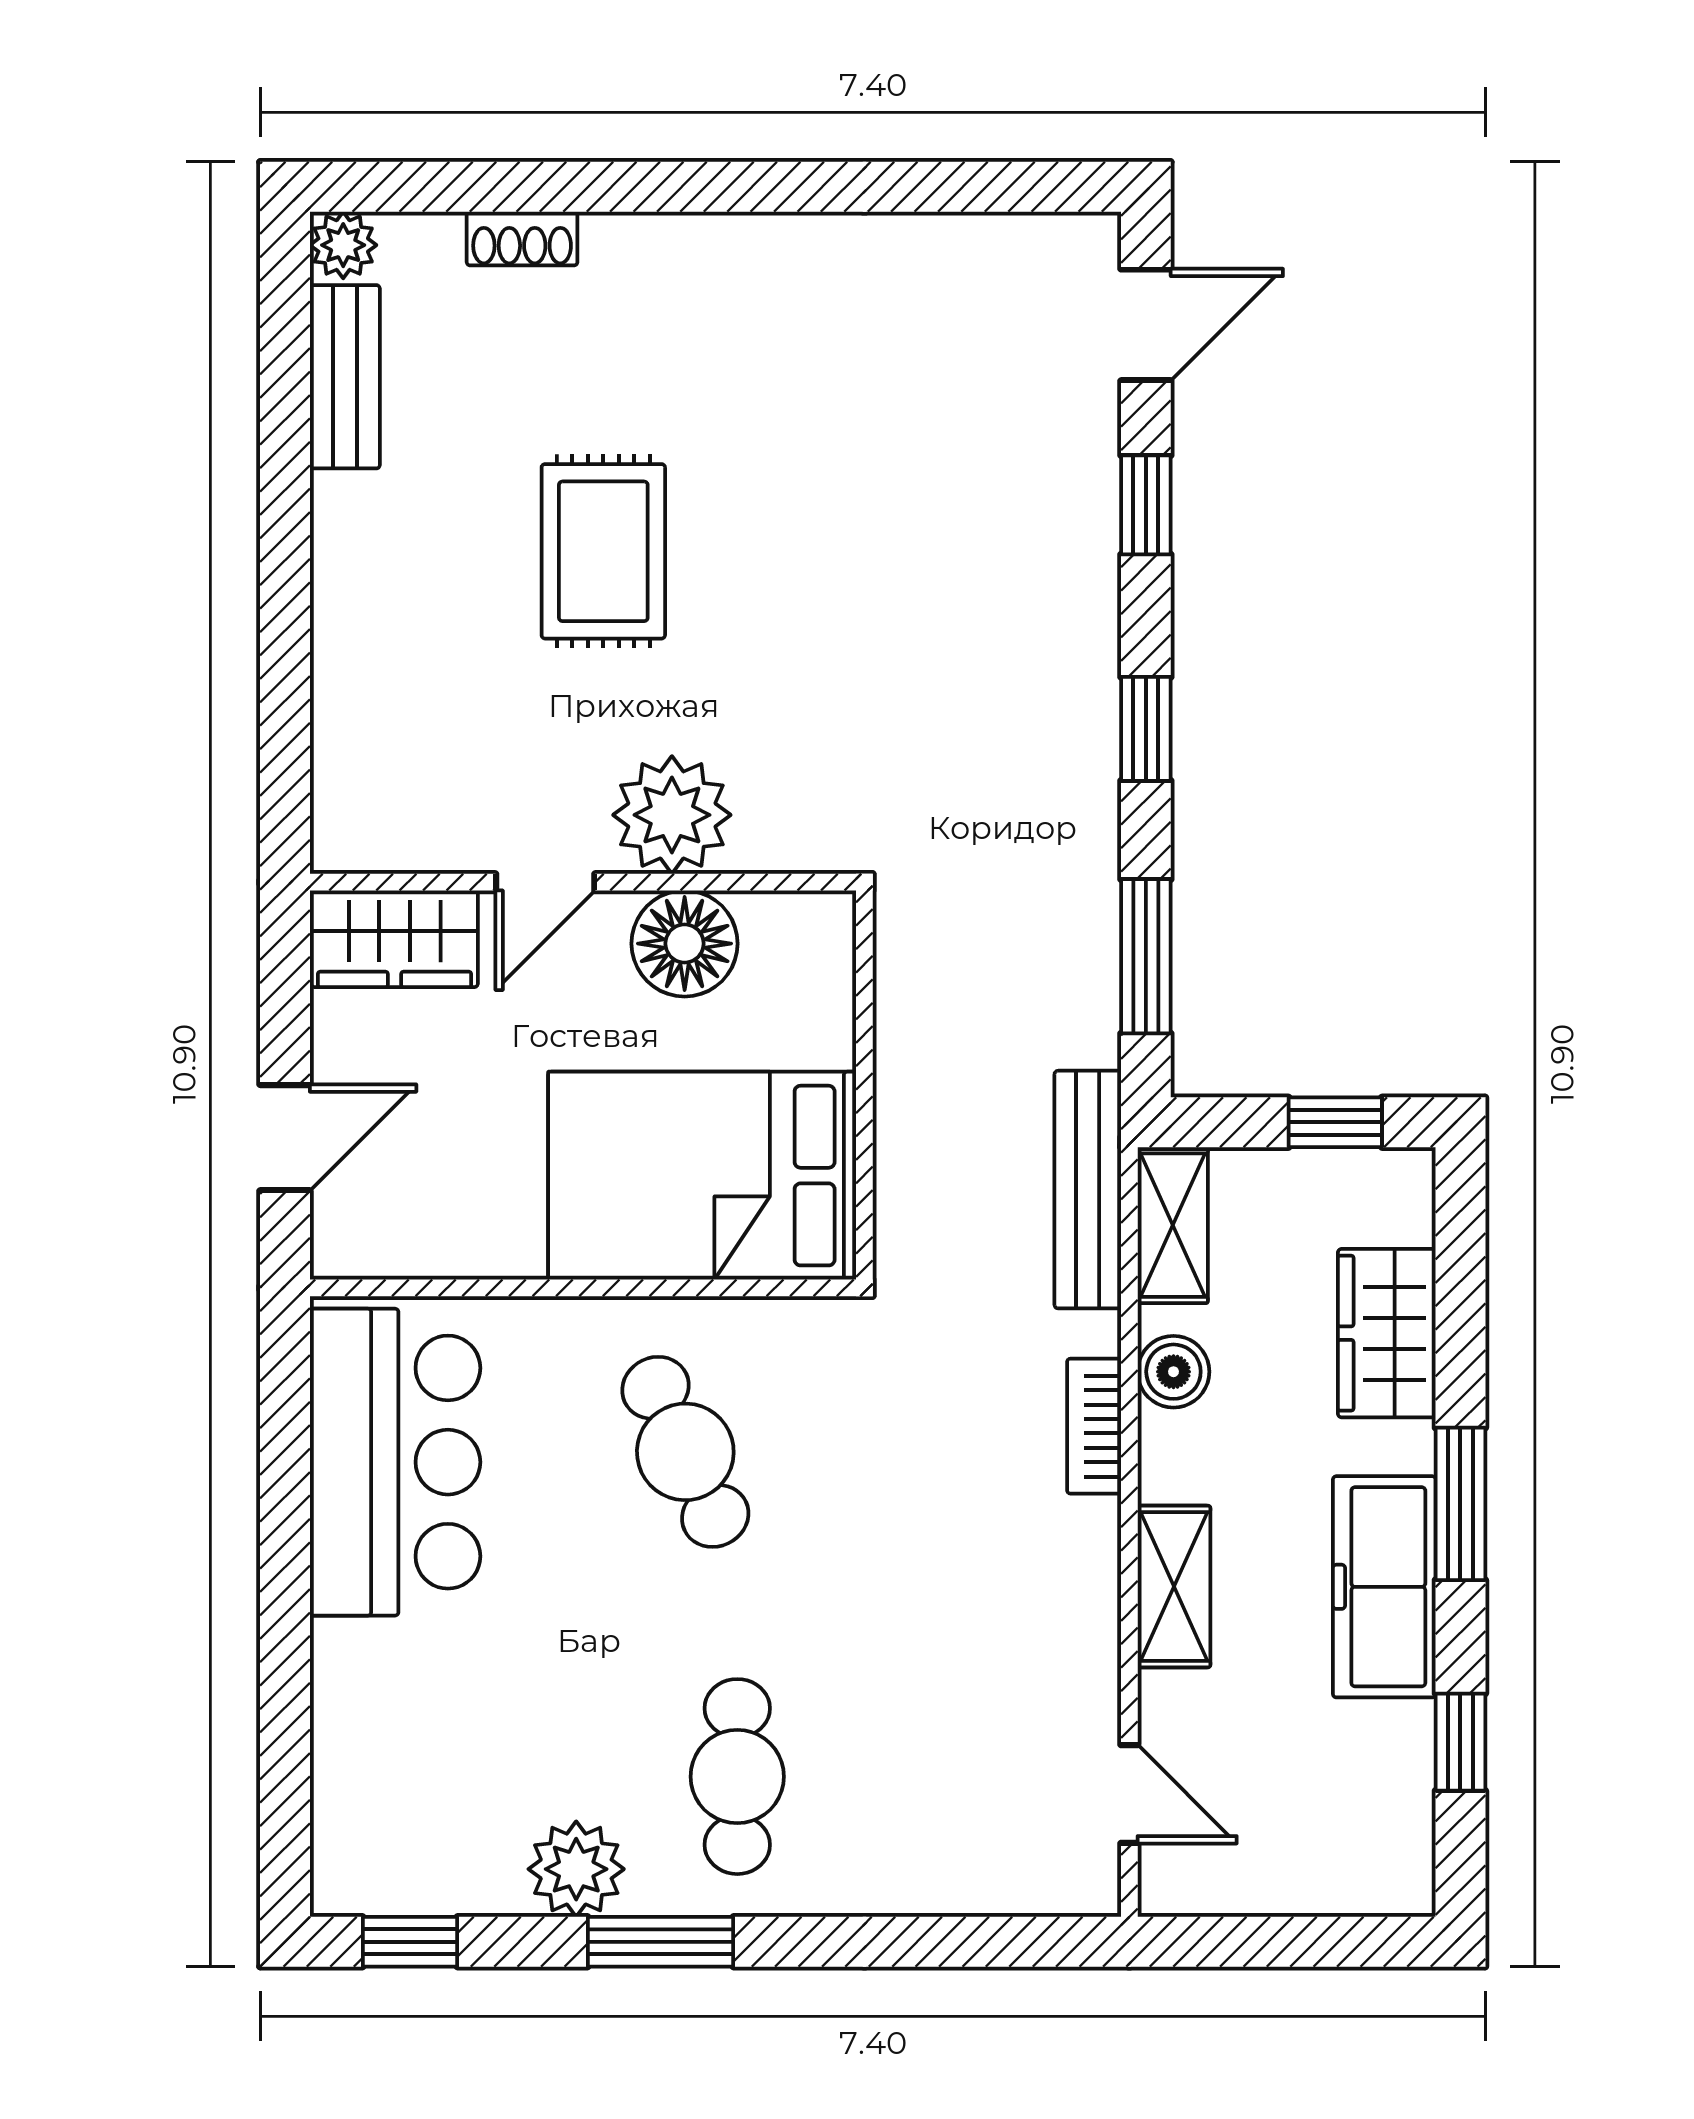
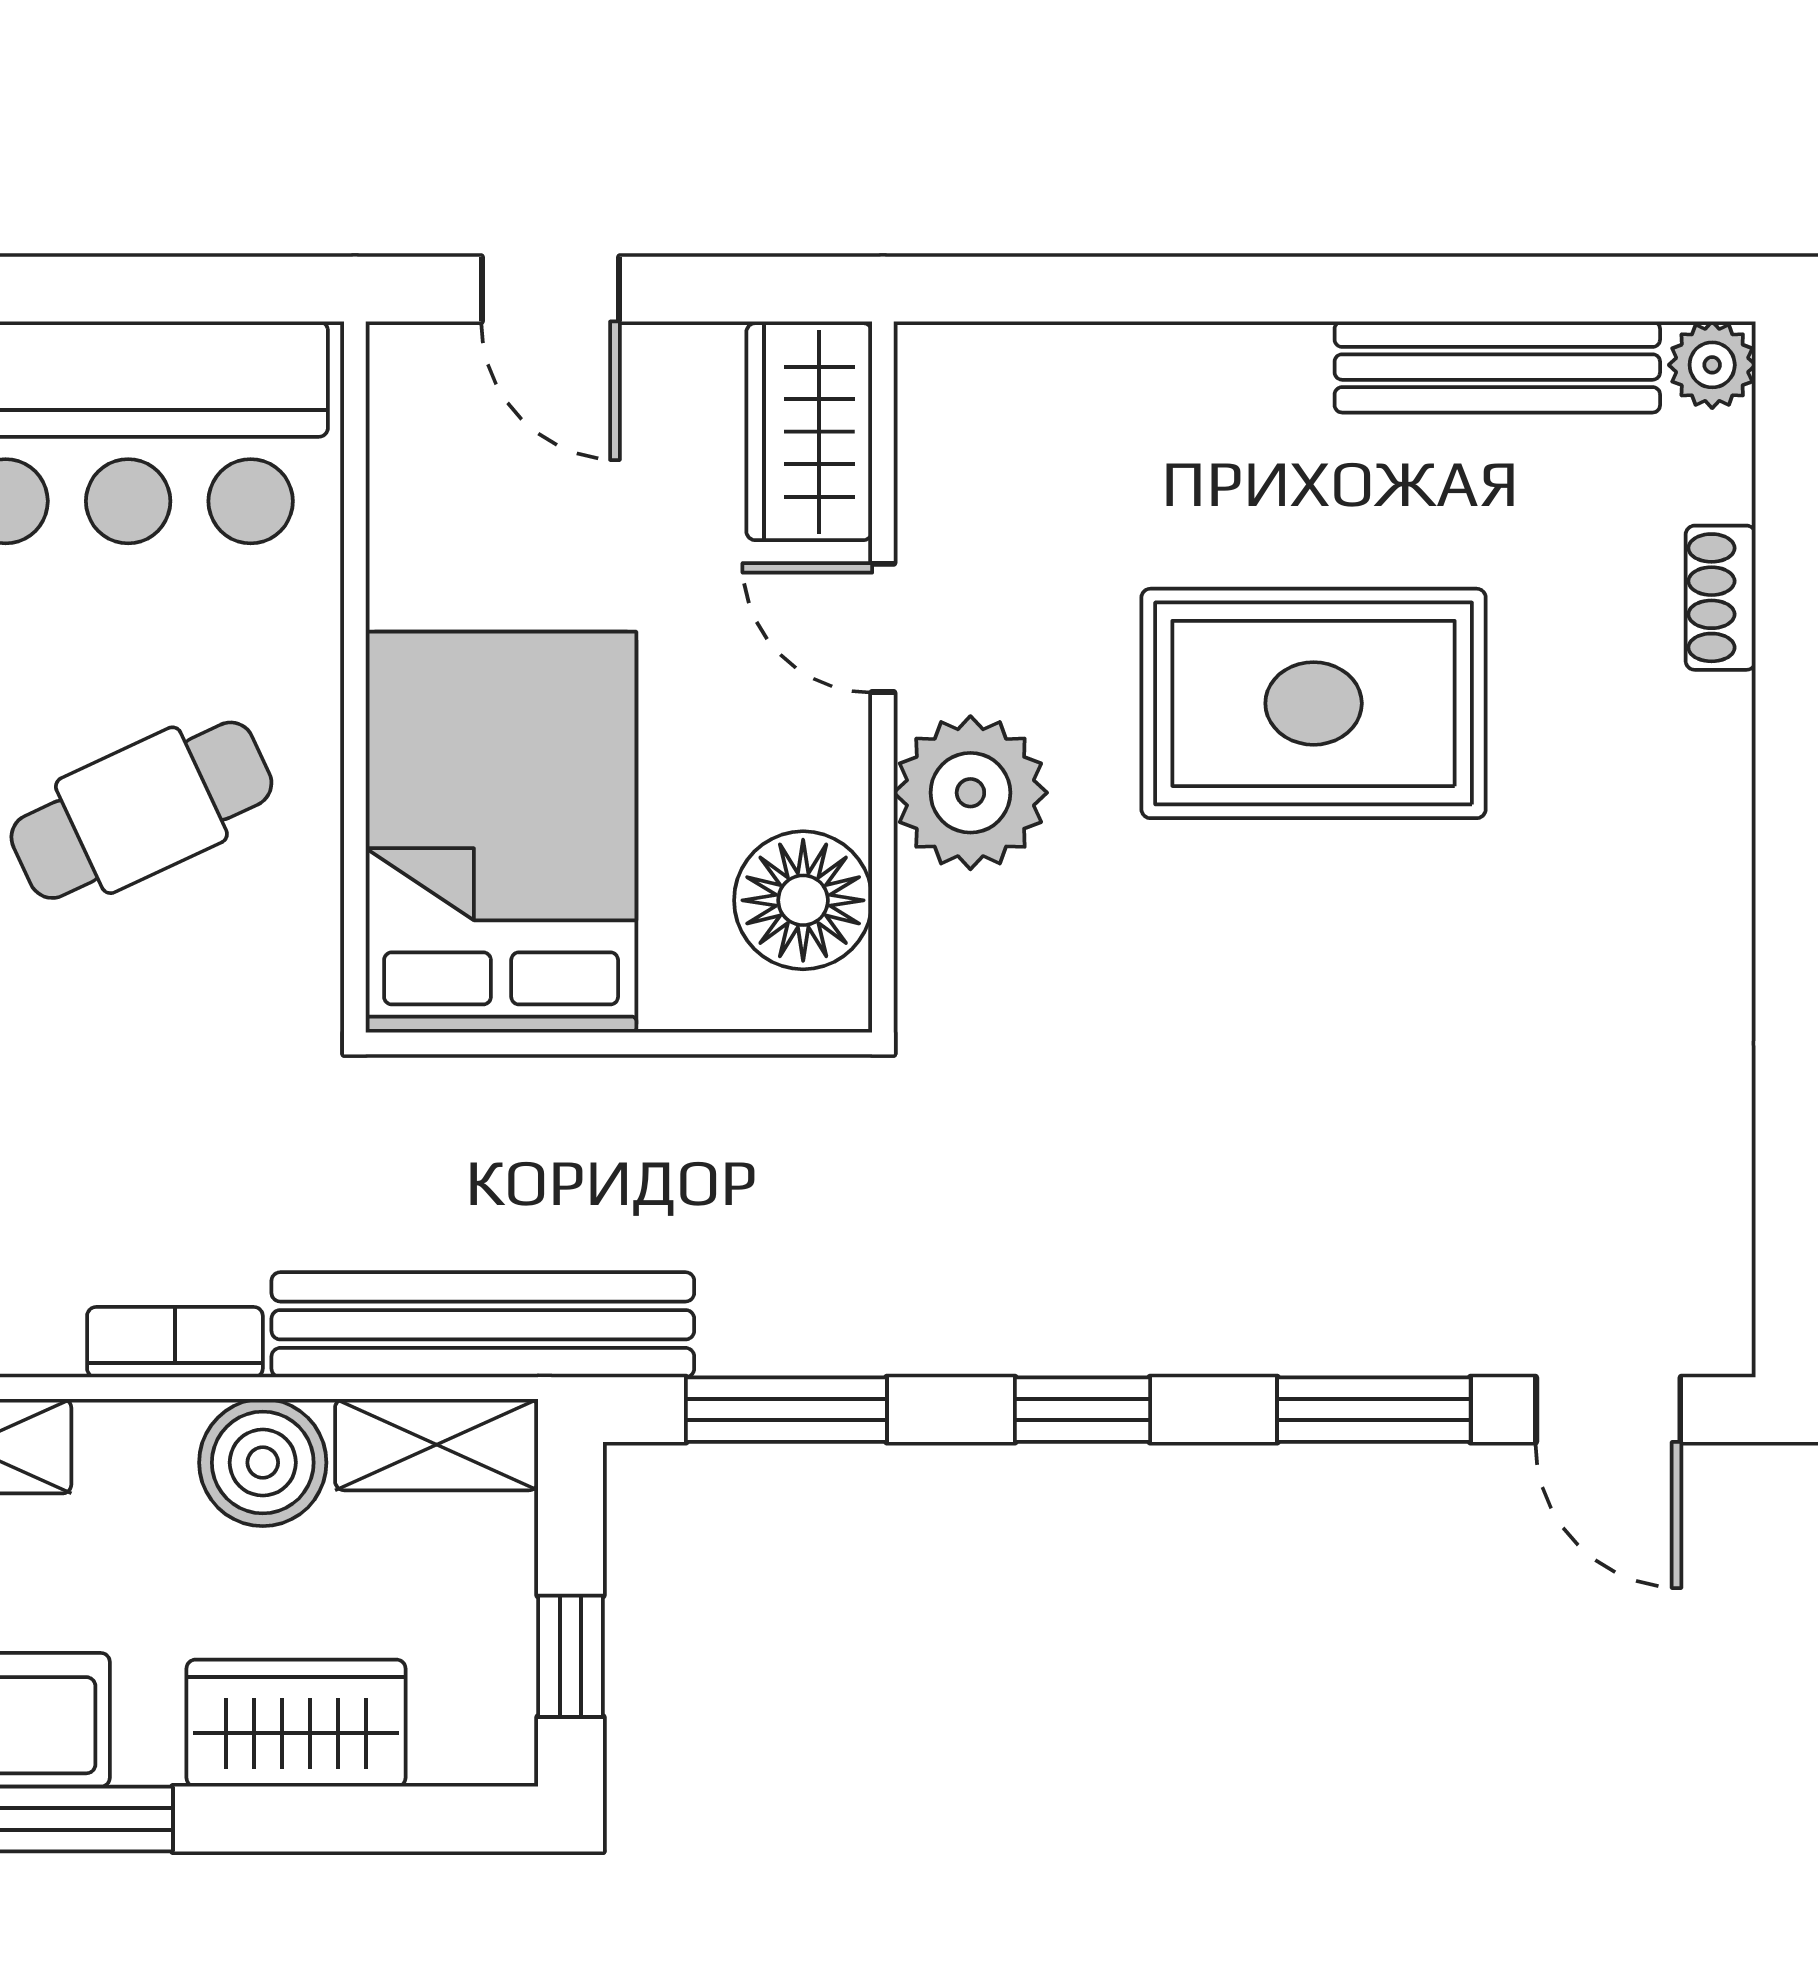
bench: (345, 377) -> (1497, 367), width x1.36
window: (1146, 505) -> (1374, 1410), width x1.50
rug: (603, 551) -> (1314, 703), width x1.36, depth x1.43
floor lamp: (685, 944) -> (803, 900), moved
bench: (1088, 1190) -> (483, 1325), width x1.37, depth x1.21
boiler: (1173, 1372) -> (263, 1463), width x1.36, depth x1.36

